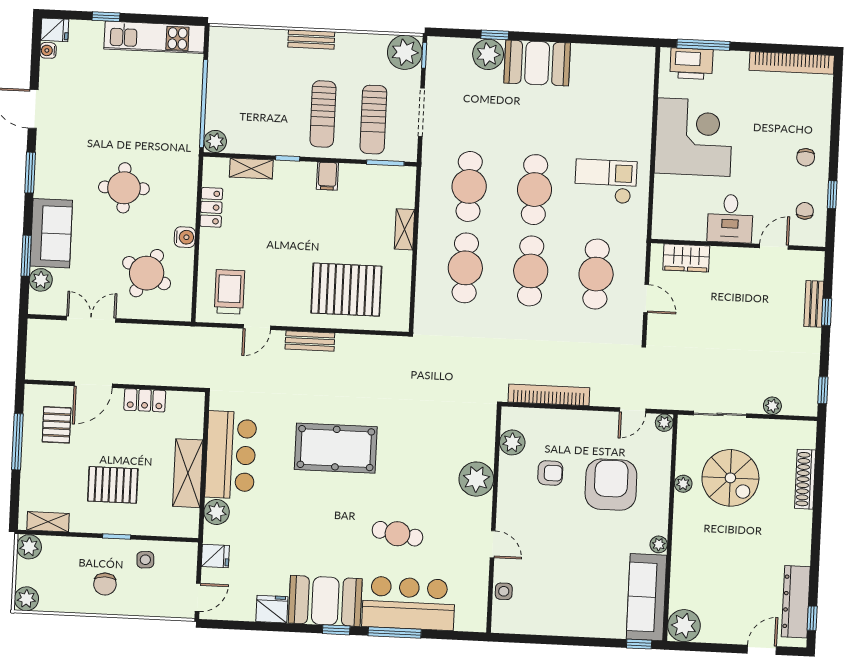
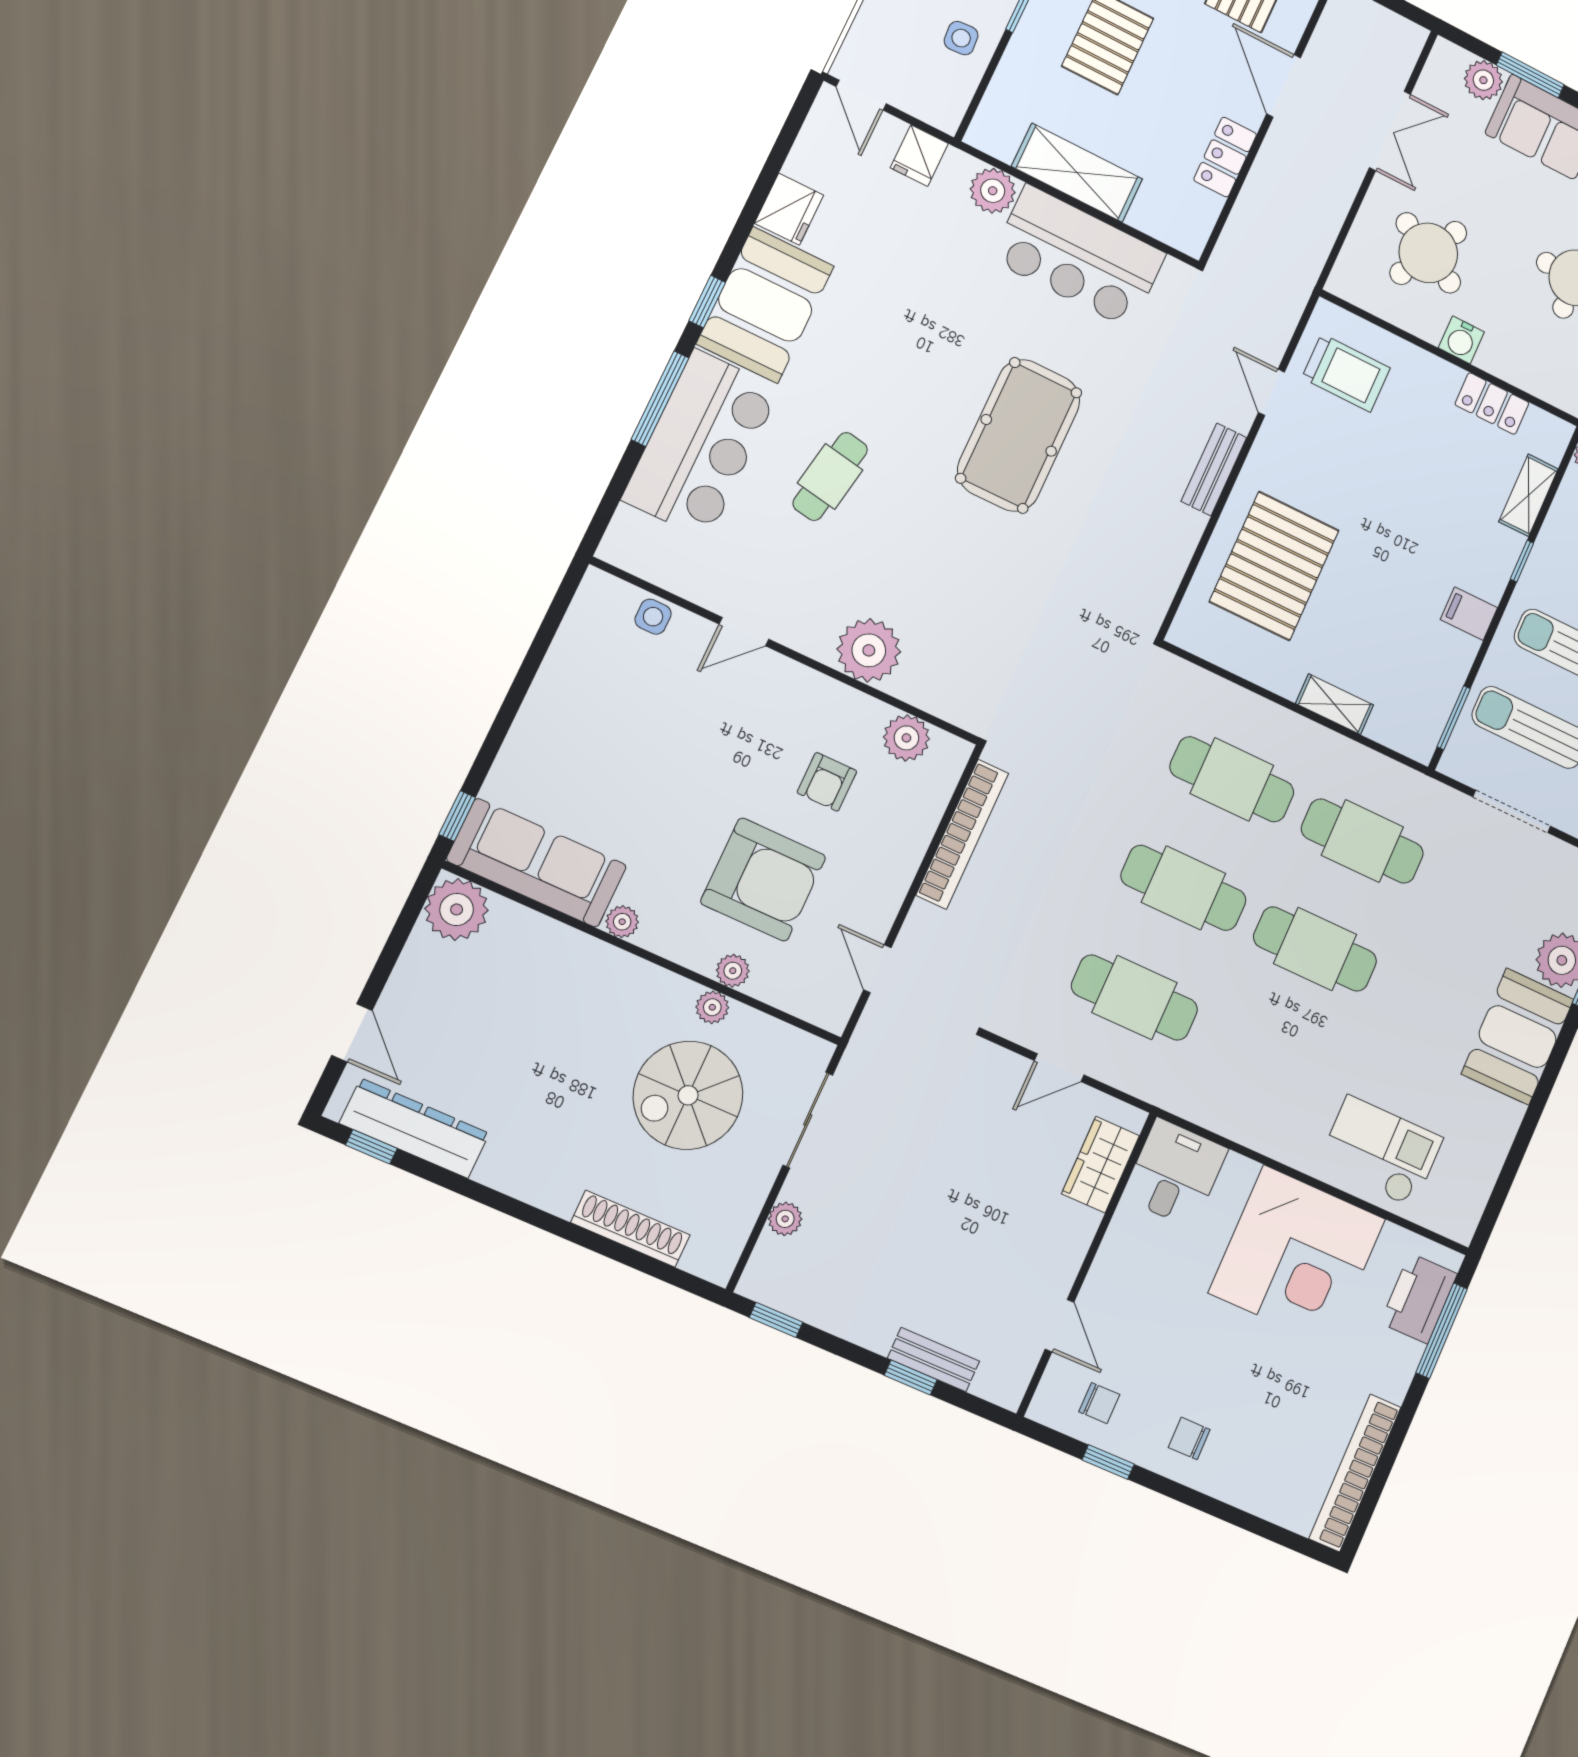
checkout: (606, 181) -> (1380, 1151), moved, turned -90
desk: (730, 219) -> (1175, 1173), moved, turned 90
plant: (664, 423) -> (733, 971), moved

